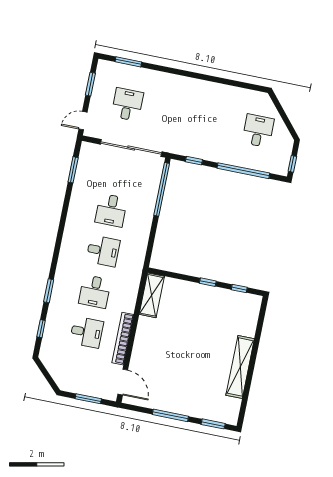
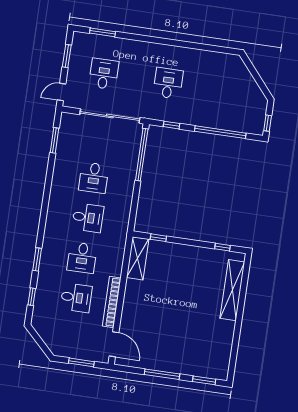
desk: (258, 131) -> (168, 83), moved
window: (208, 282) -> (158, 238), moved
shelving: (240, 367) -> (232, 290), moved

